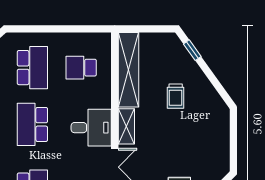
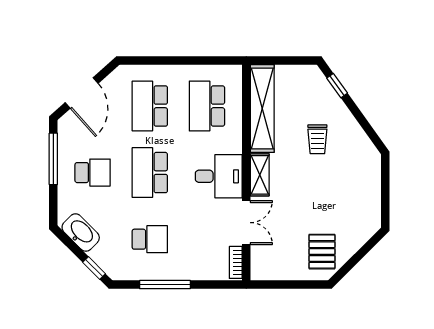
school desk: (32, 68) -> (150, 106), turned 180
school desk: (81, 68) -> (207, 106), width x1.85

